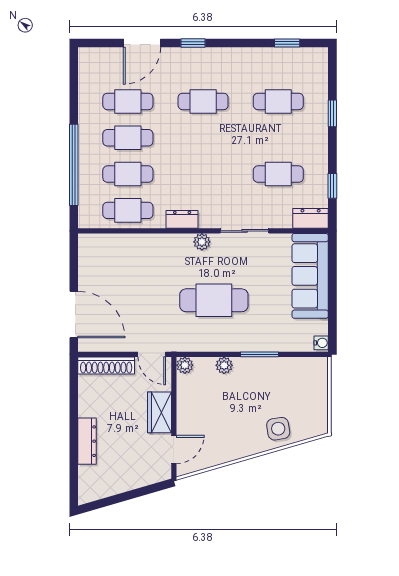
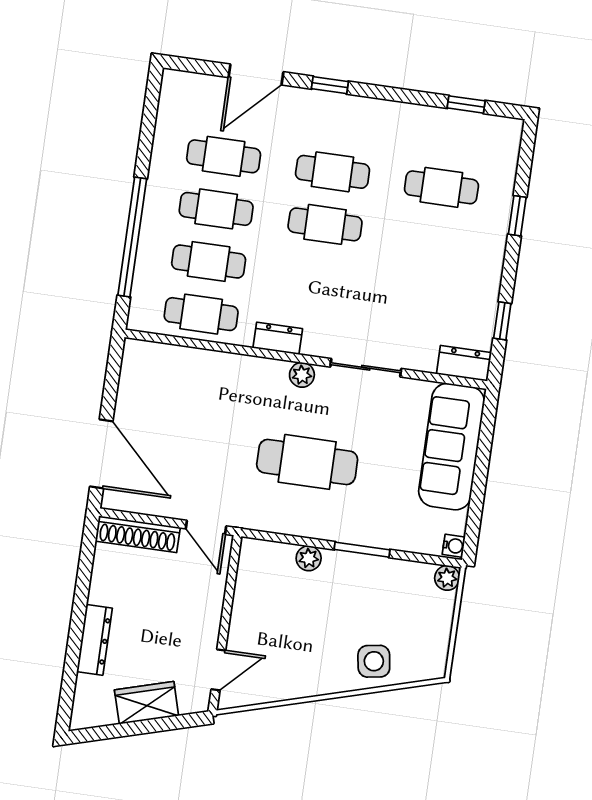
cafe table: (278, 174) -> (325, 224), moved
plant: (185, 365) -> (447, 578), moved
wardrobe: (159, 412) -> (147, 703), moved, turned 74

